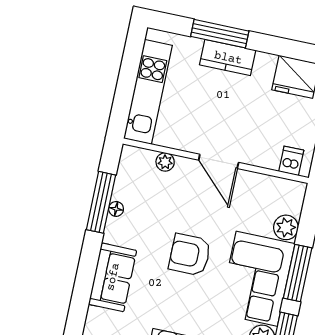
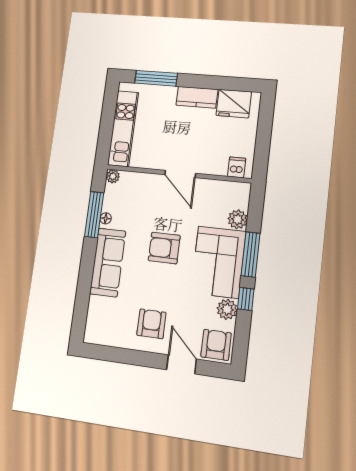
window: (220, 34) -> (156, 78), moved
kitchen counter: (228, 58) -> (197, 97), moved
plant: (165, 162) -> (113, 176), moved
sofa: (113, 277) -> (108, 262), width x1.36

